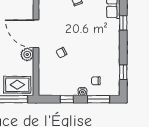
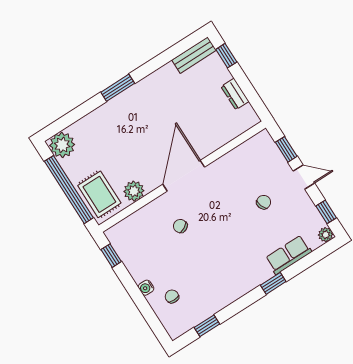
plant: (27, 55) -> (134, 191), moved
window: (67, 99) -> (111, 256), moved
window: (98, 99) -> (150, 316), removed

